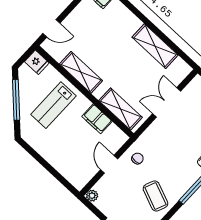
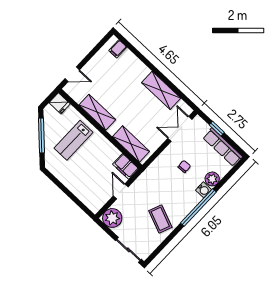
double door: (167, 102) -> (180, 129), moved
filing cabinet: (97, 119) -> (126, 166), moved
chair: (137, 158) -> (184, 167), moved
plant: (92, 196) -> (112, 218), width x1.88, depth x1.88

